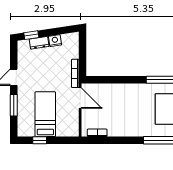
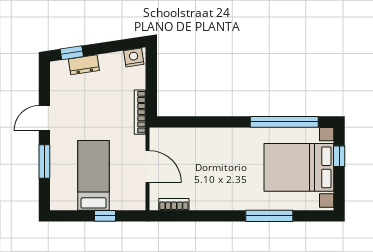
nightstand: (55, 41) -> (134, 57), moved
door: (80, 98) -> (148, 166), moved
window: (40, 140) -> (105, 216), moved

